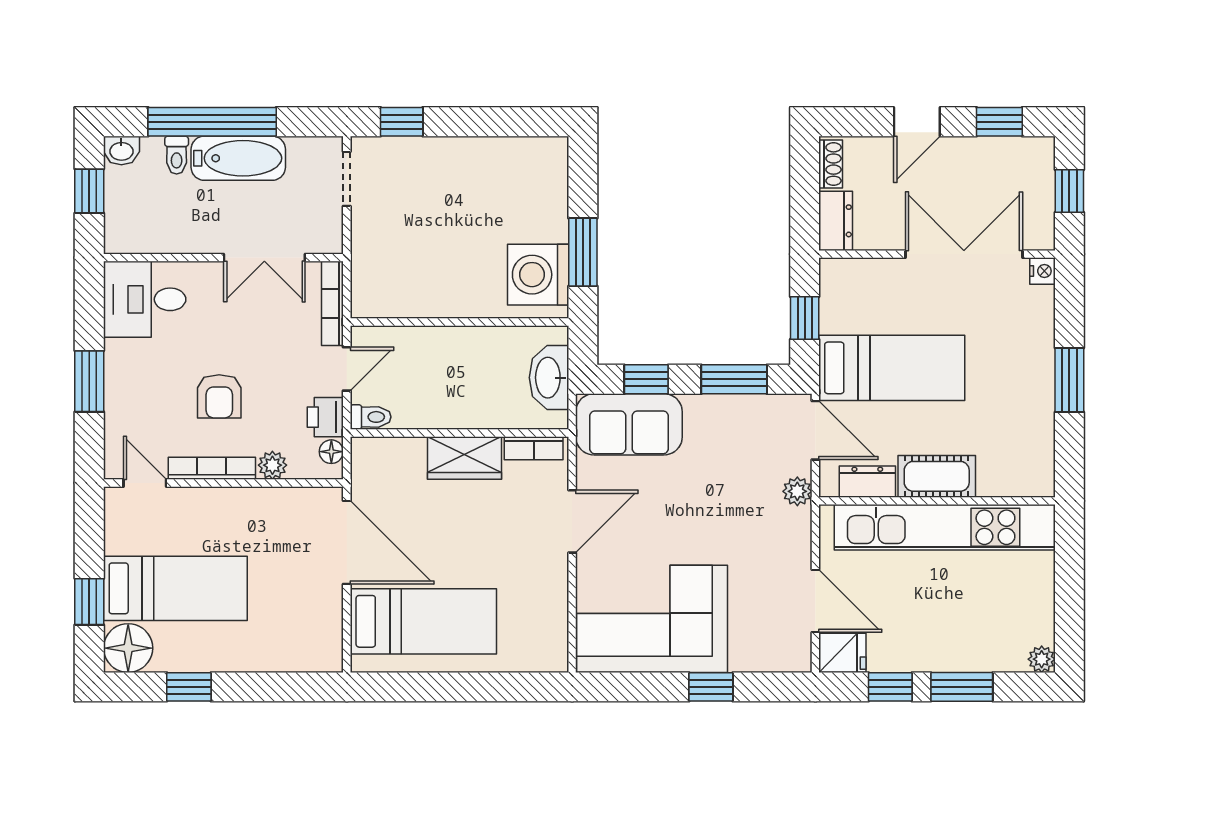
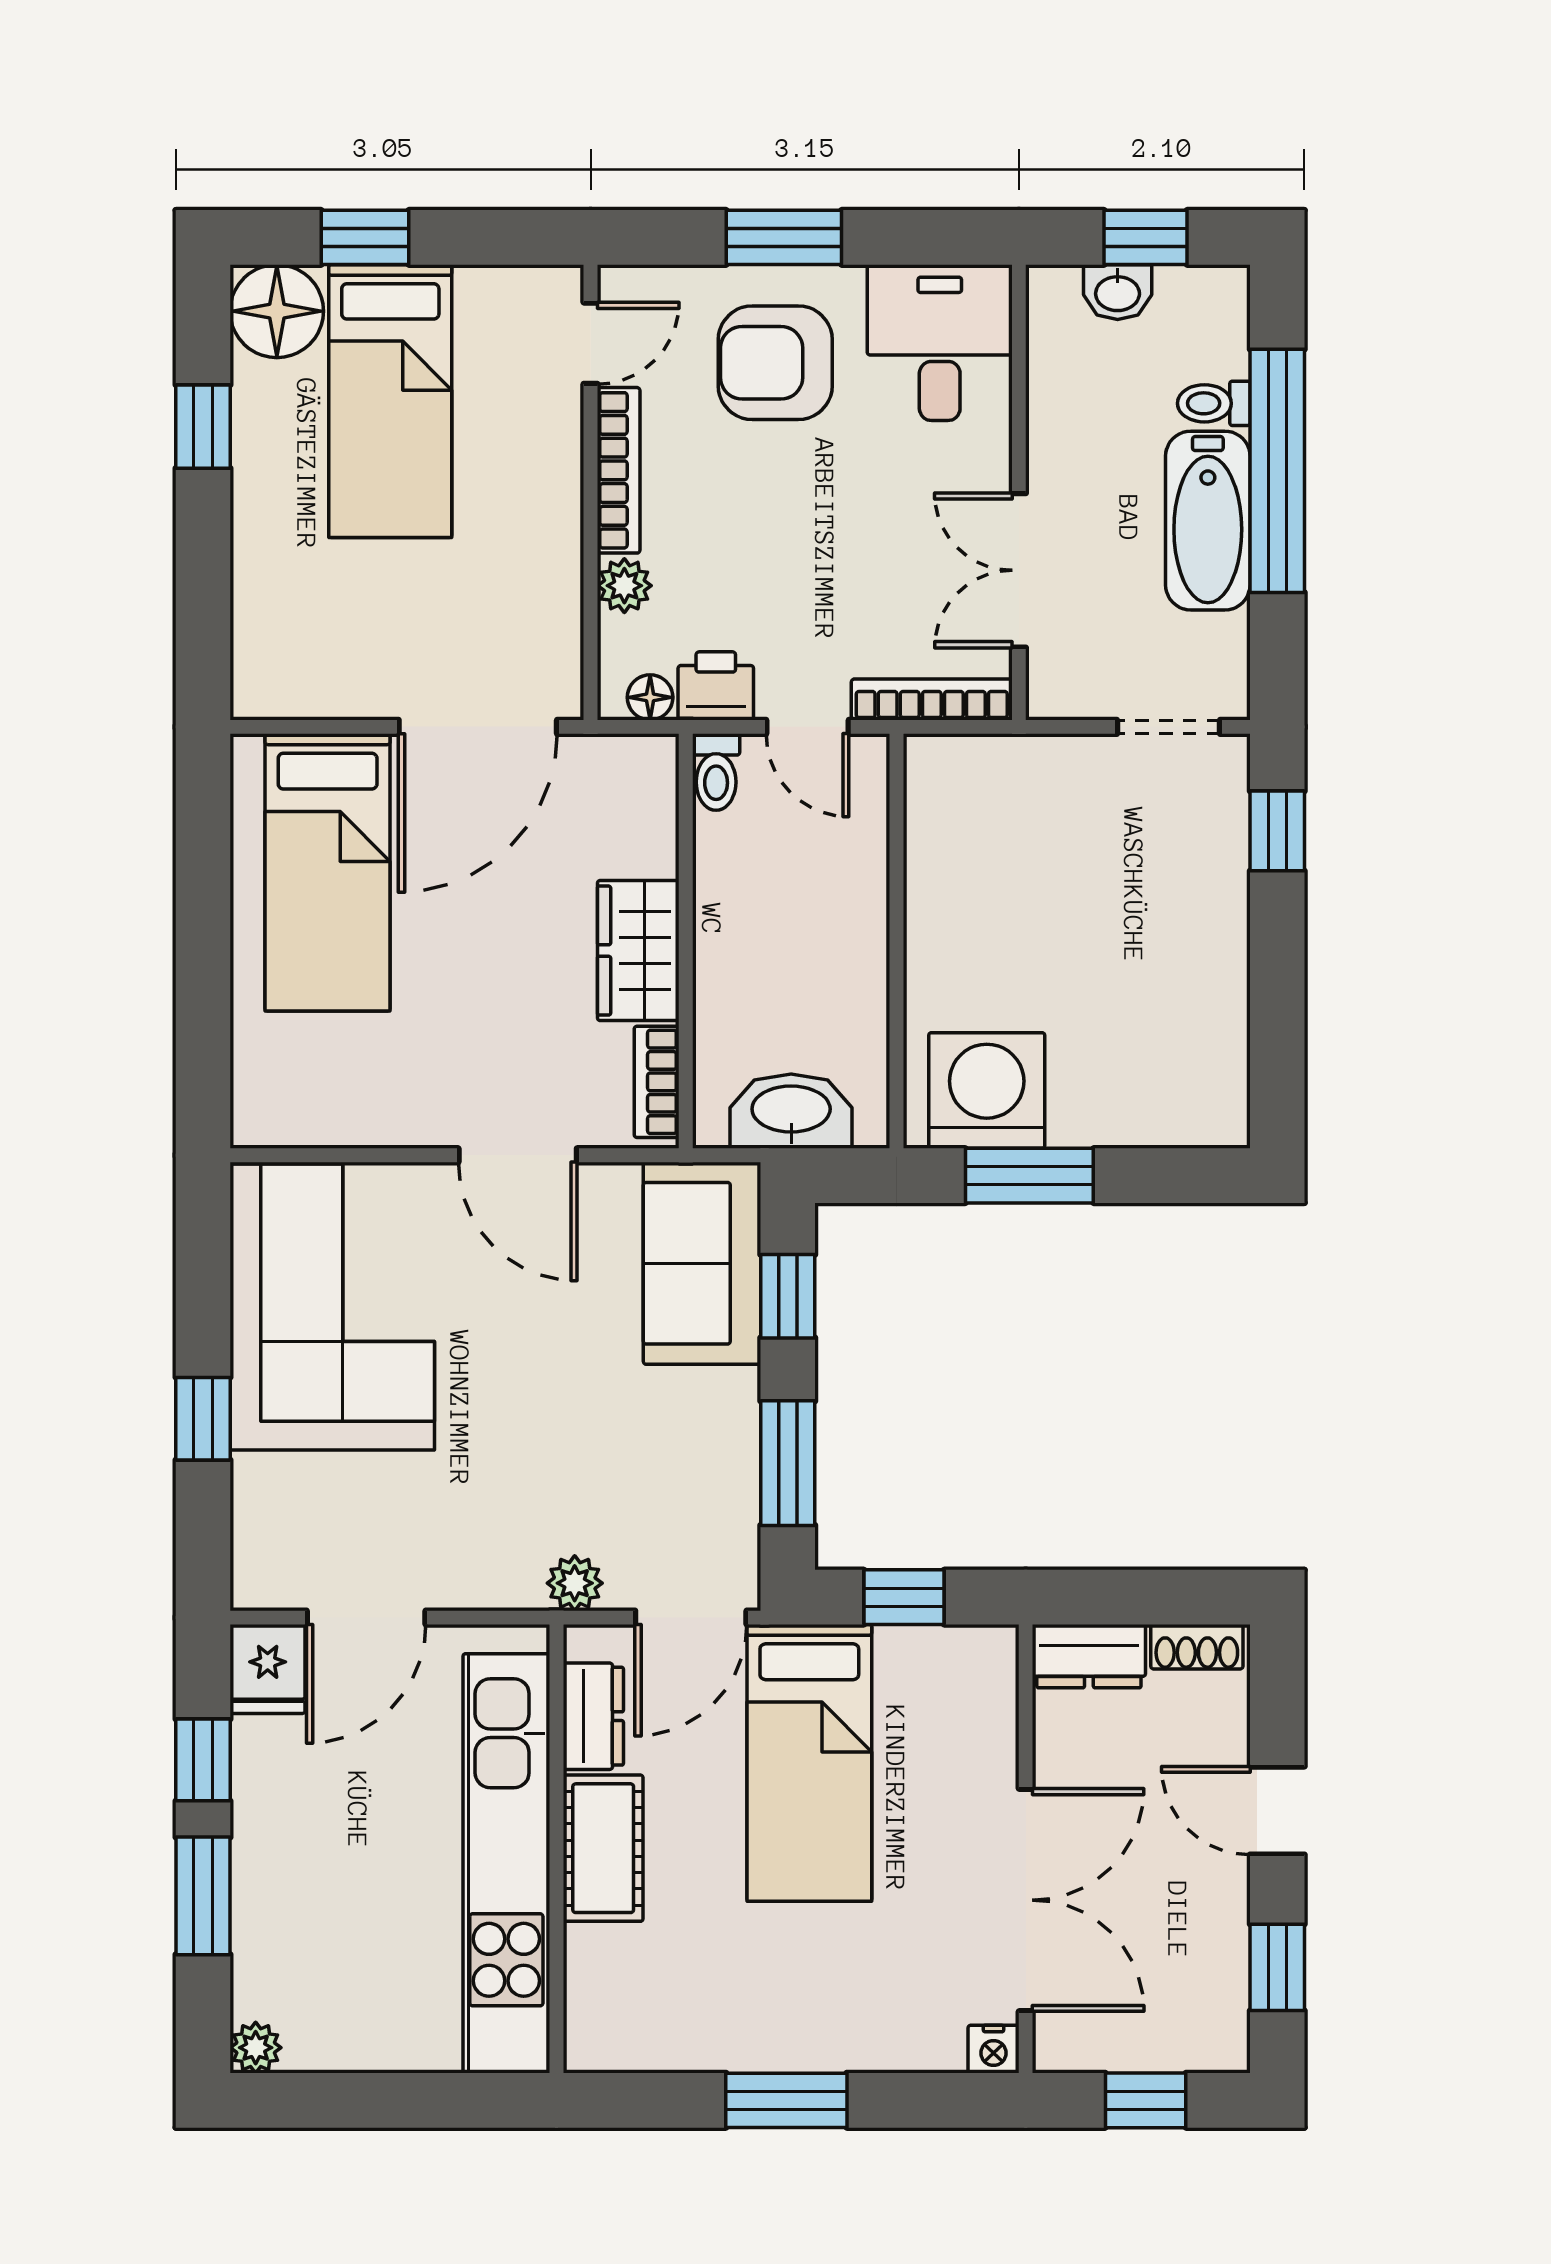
washbasin: (121, 151) -> (1118, 292), moved, turned -90
armchair: (219, 396) -> (775, 363), moved, width x1.38, depth x1.38

